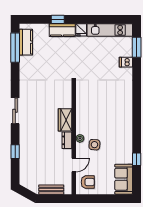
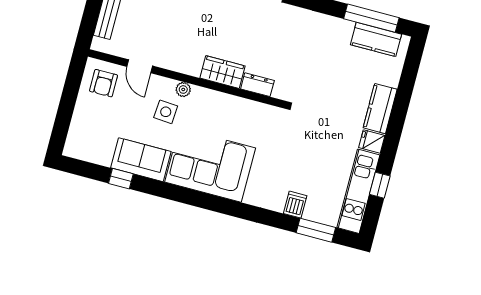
window: (58, 19) -> (380, 185), moved
corner sofa: (117, 113) -> (210, 165), added
dresser: (67, 140) -> (257, 85), moved
sofa: (124, 179) -> (141, 160), moved

